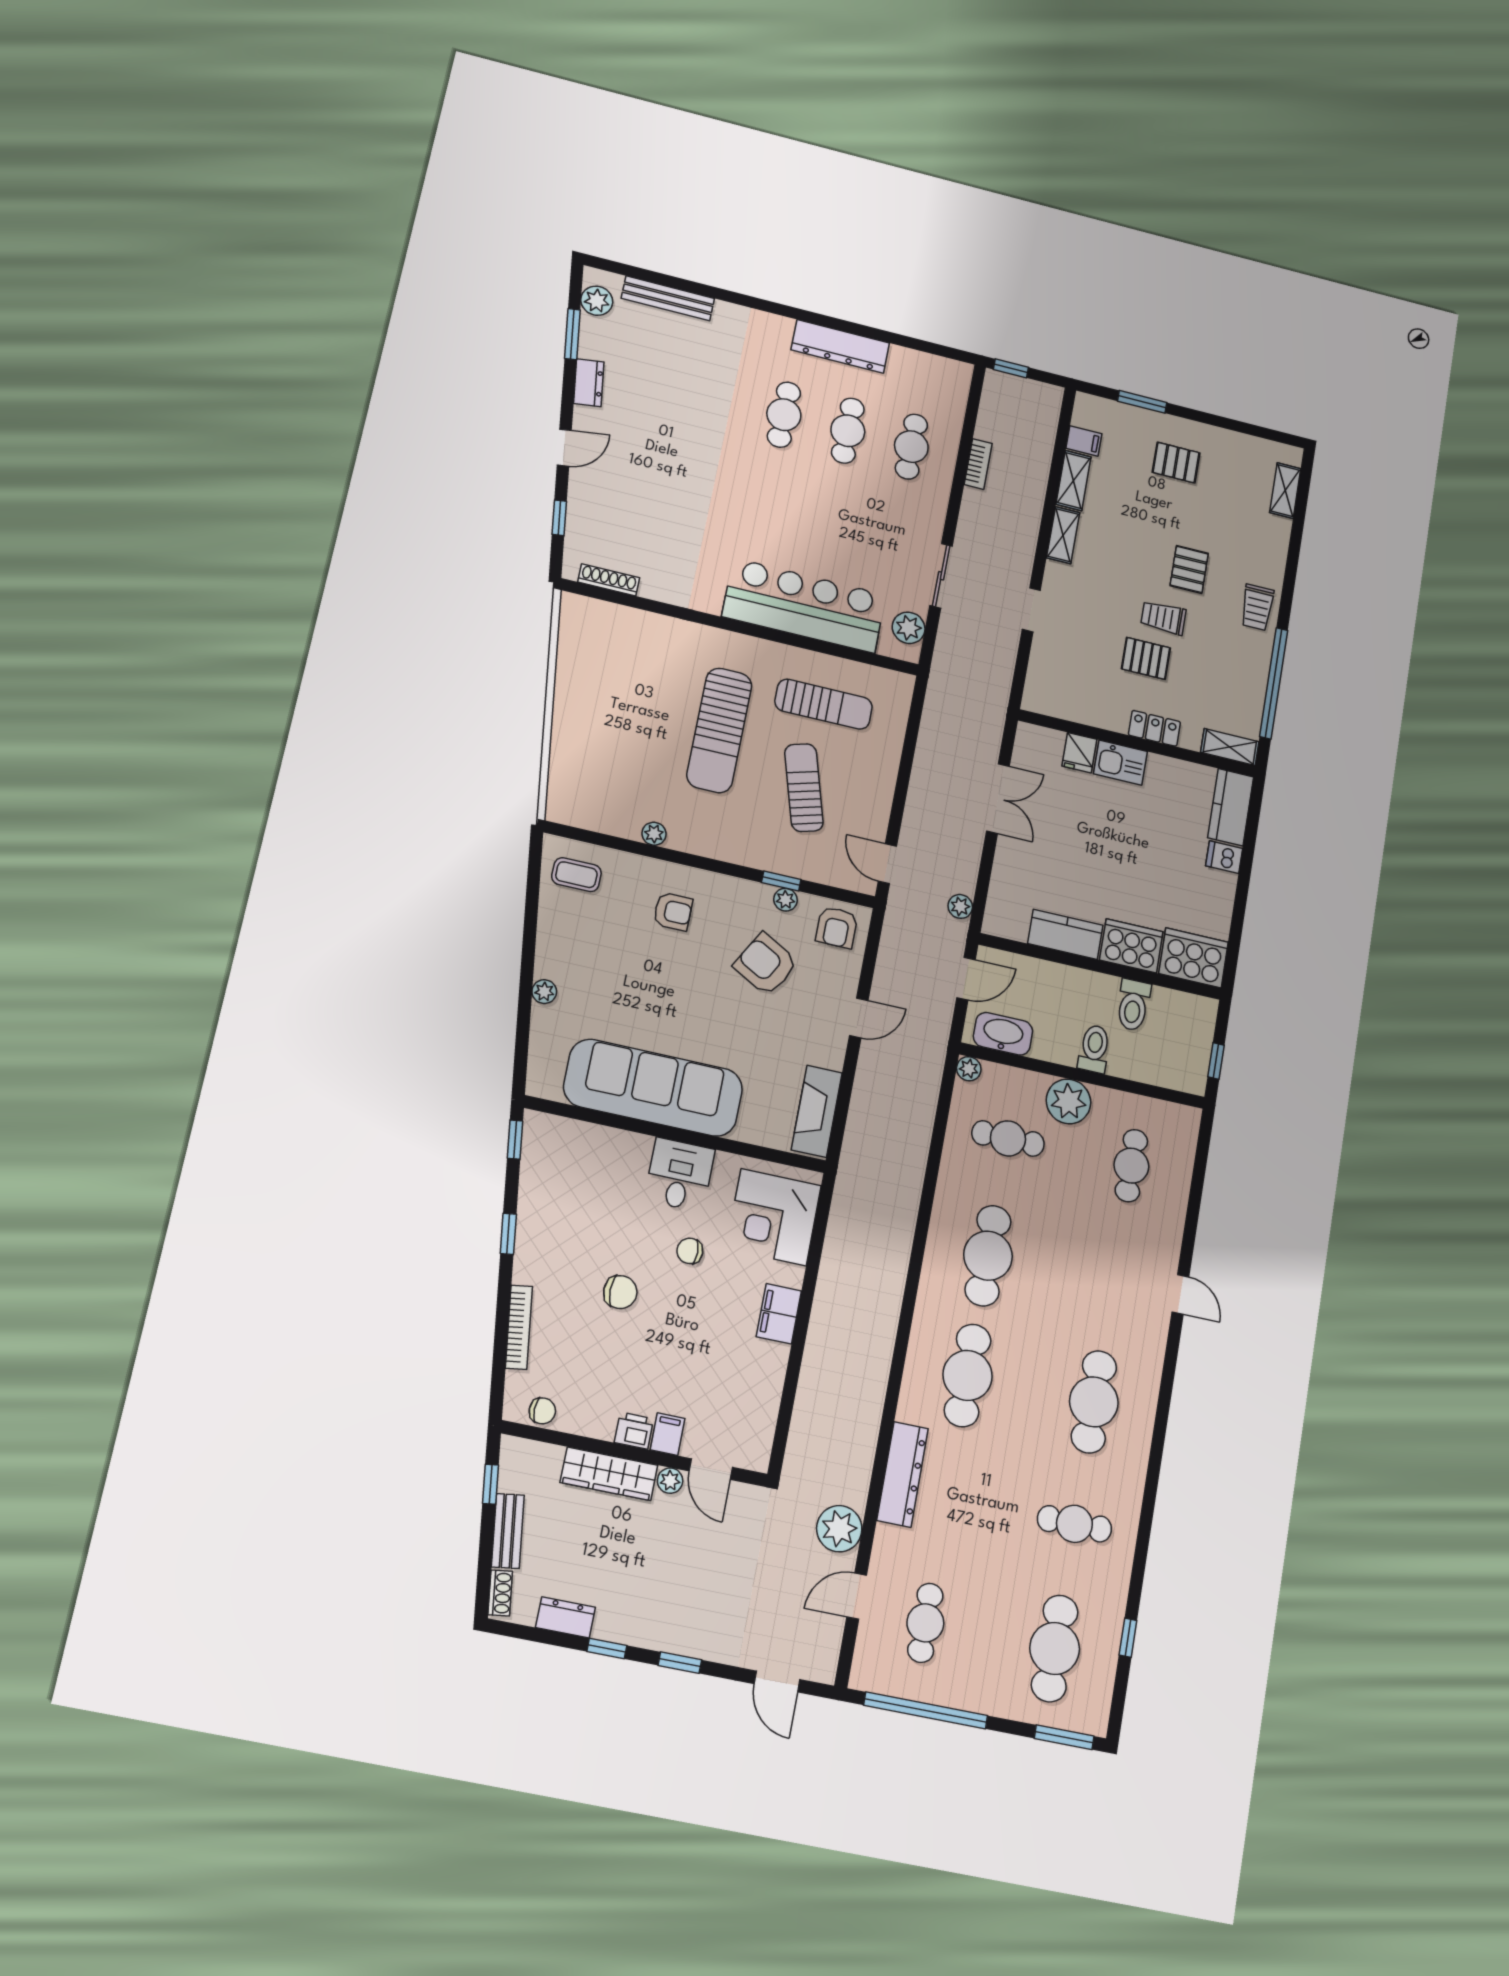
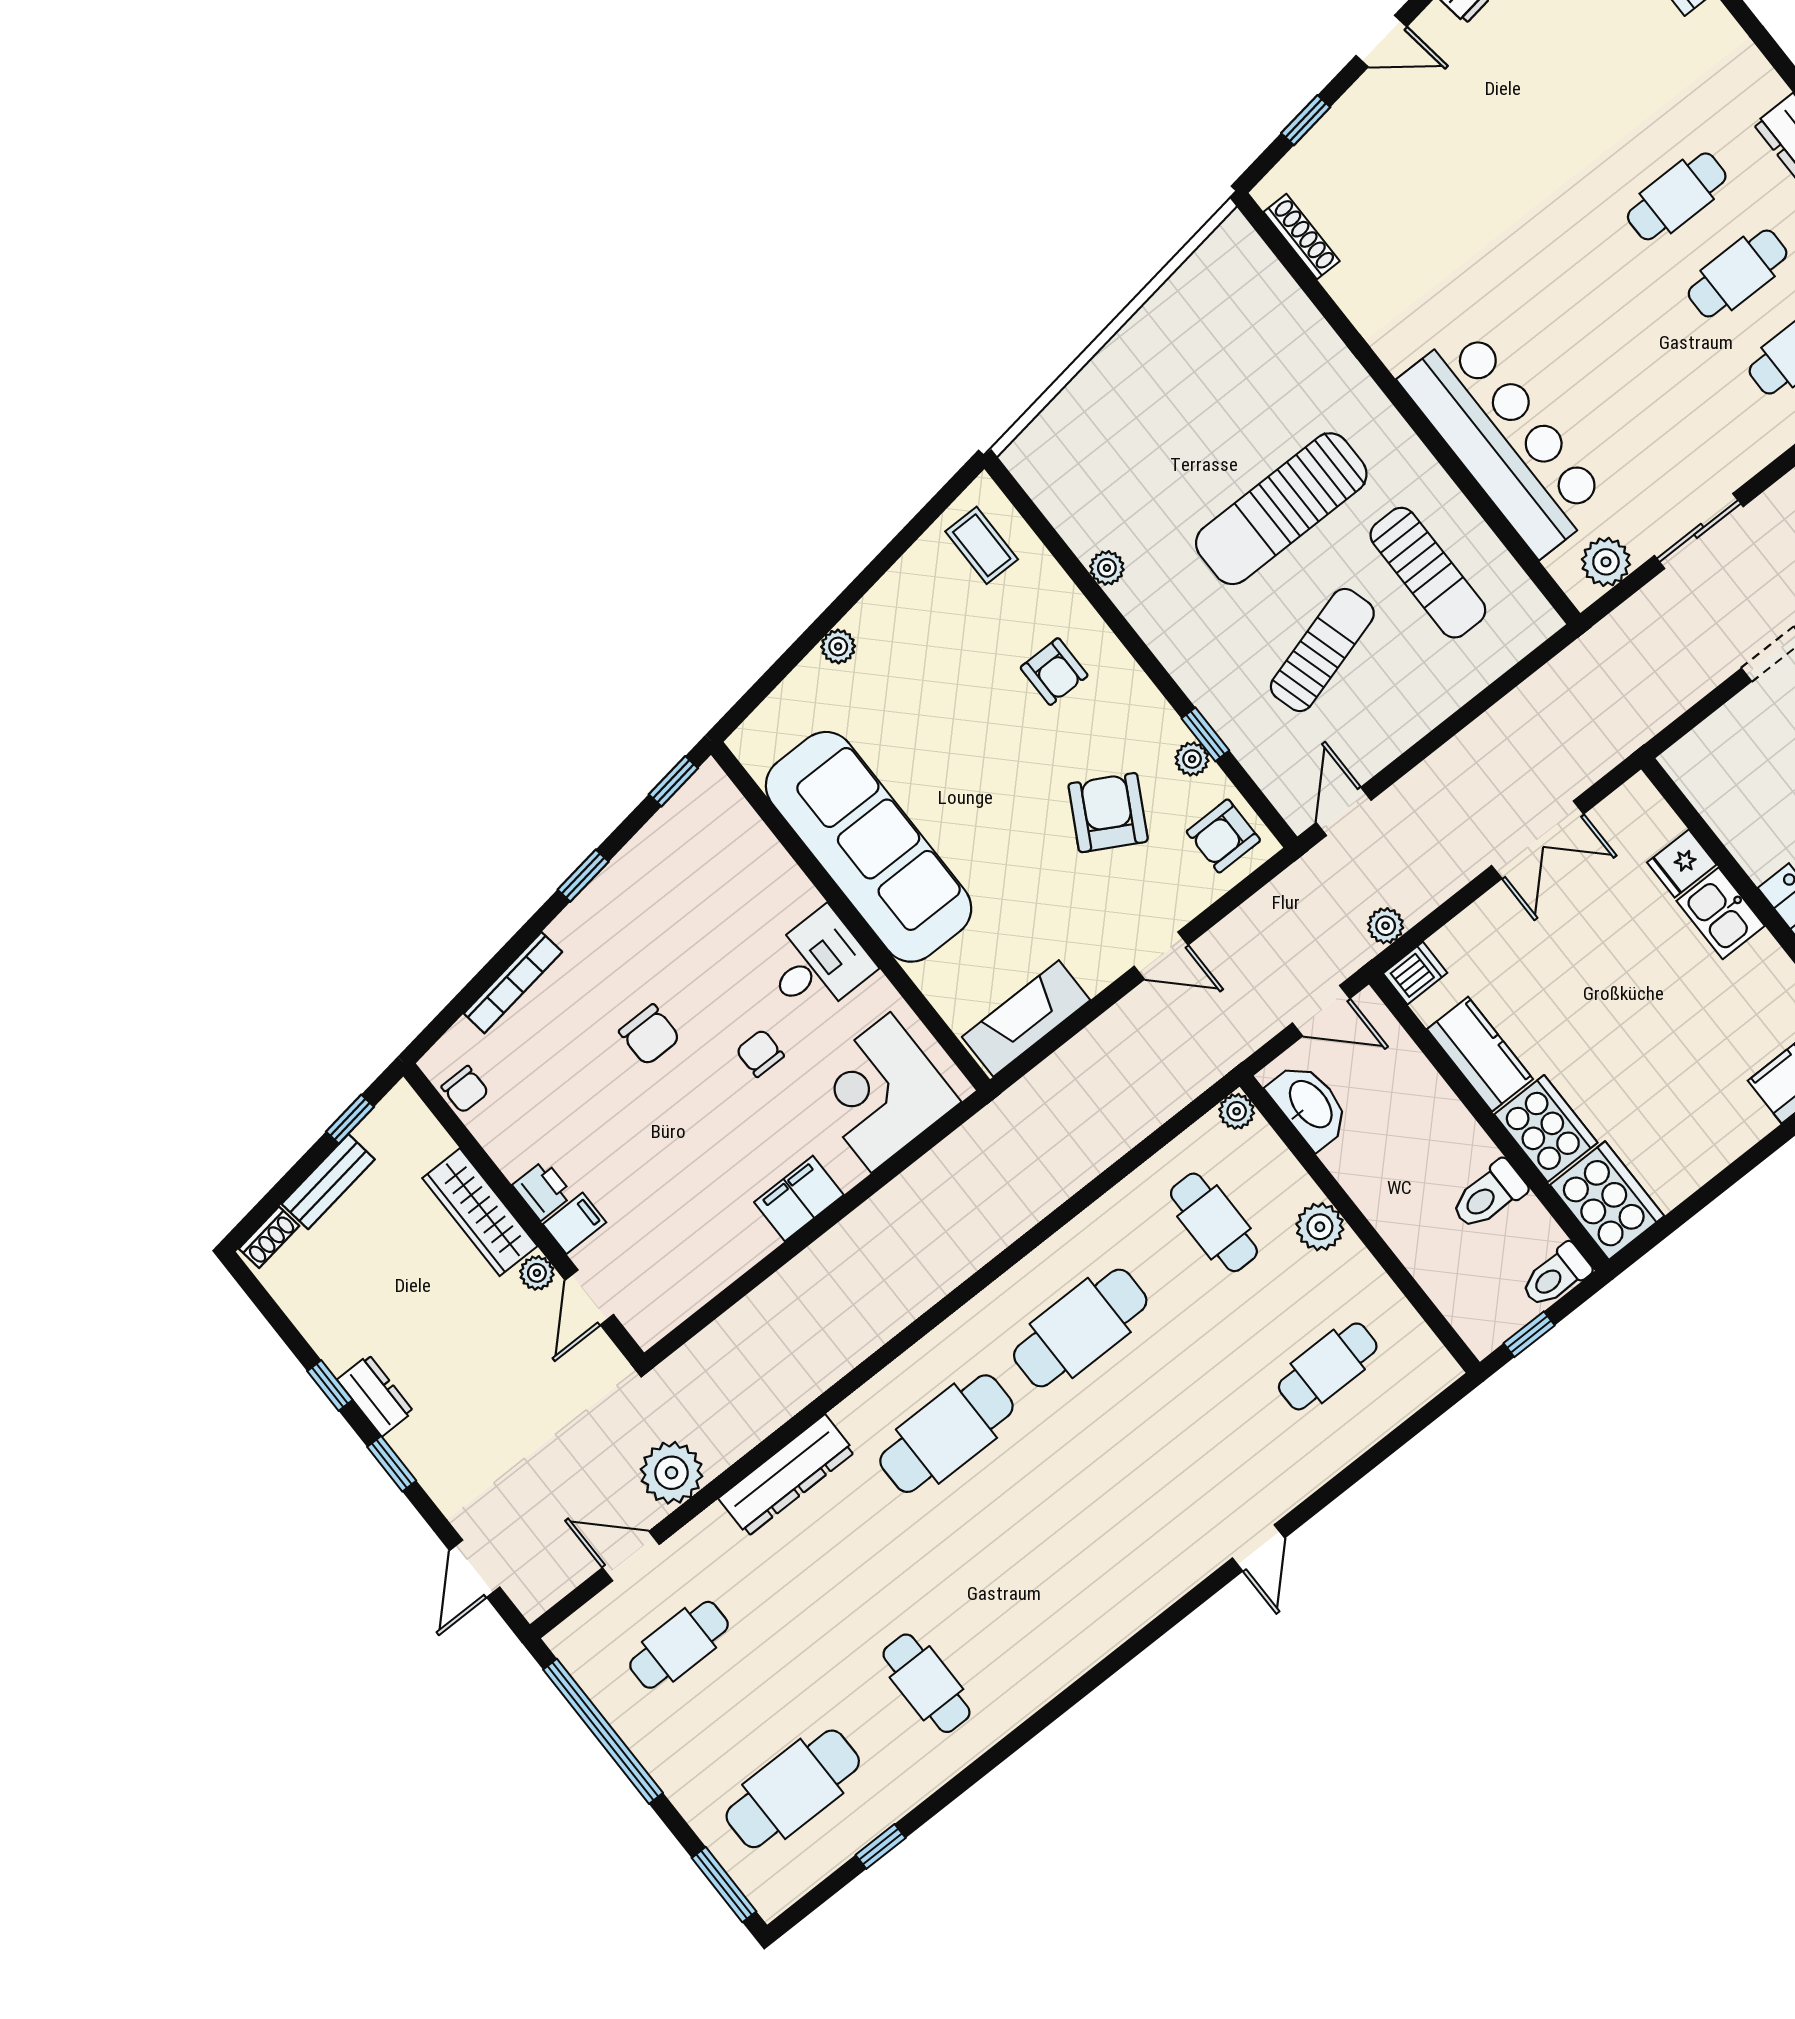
dishwasher: (1224, 857) -> (1415, 973), moved, turned 90
toilet: (1094, 1049) -> (1556, 1276), moved, turned 180
plant: (1068, 1101) -> (1320, 1227), width x0.73, depth x0.73
cafe table: (1094, 1402) -> (1060, 1578), removed
dresser: (565, 1617) -> (375, 1396), moved

